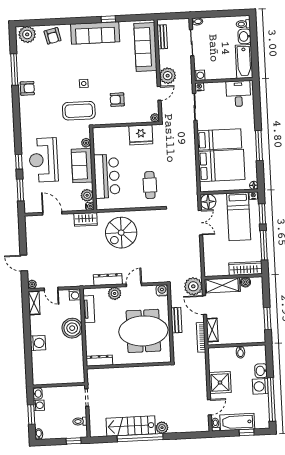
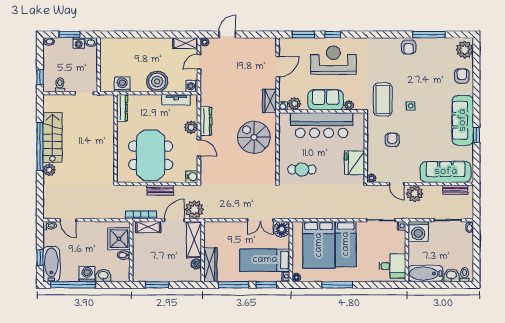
armchair: (53, 36) -> (462, 76), turned 103
washing machine: (200, 75) -> (418, 231), width x1.89, depth x1.89
bar counter: (107, 176) -> (322, 125), width x1.36
washing machine: (38, 343) -> (122, 84), moved, turned 180
shower: (220, 383) -> (119, 239), moved
bathtub: (237, 422) -> (51, 264), moved

